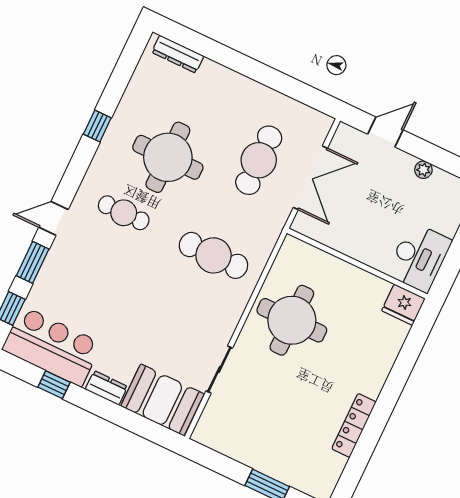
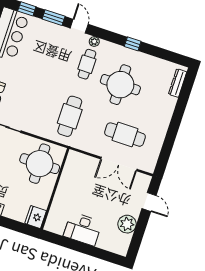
plant: (423, 170) -> (127, 224), width x1.88, depth x1.88
plant: (85, 195) -> (94, 42), added
wall: (357, 264) -> (55, 189), moved
fridge: (403, 305) -> (36, 217), moved

